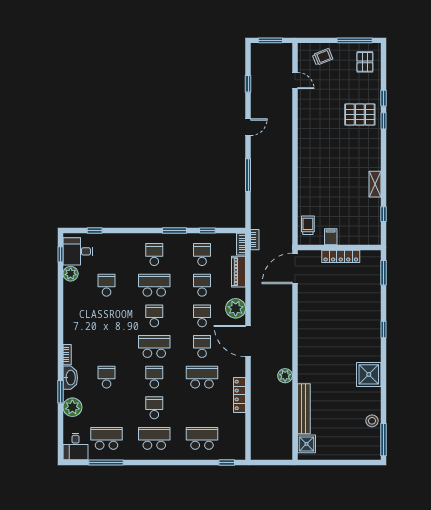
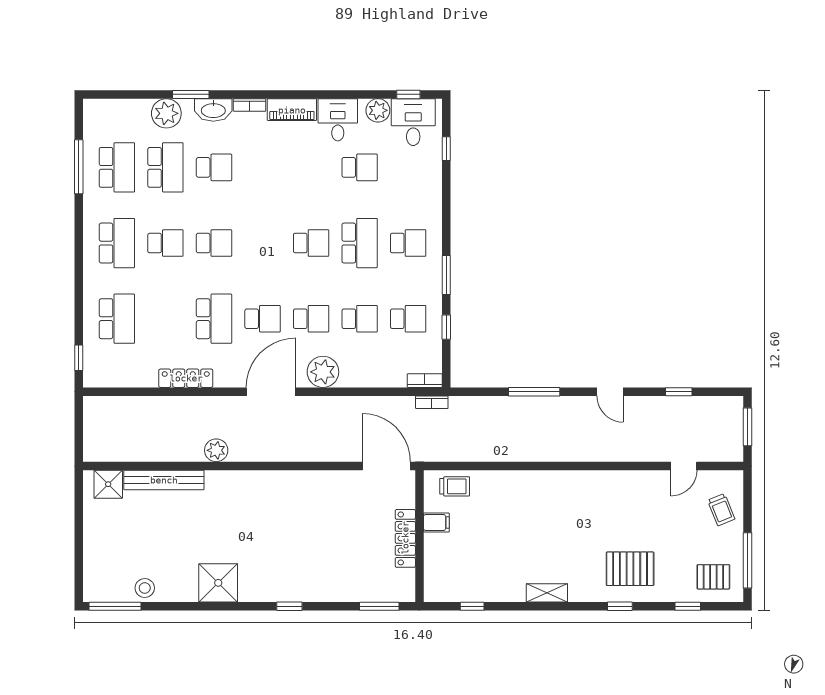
window: (384, 98) -> (688, 606), moved
pallet: (360, 115) -> (630, 569), turned 90
shelving: (375, 184) -> (547, 593), moved
piano: (239, 272) -> (292, 110), moved, turned 180
school desk: (154, 346) -> (165, 167), moved
desk: (76, 446) -> (338, 120), moved, turned 90

